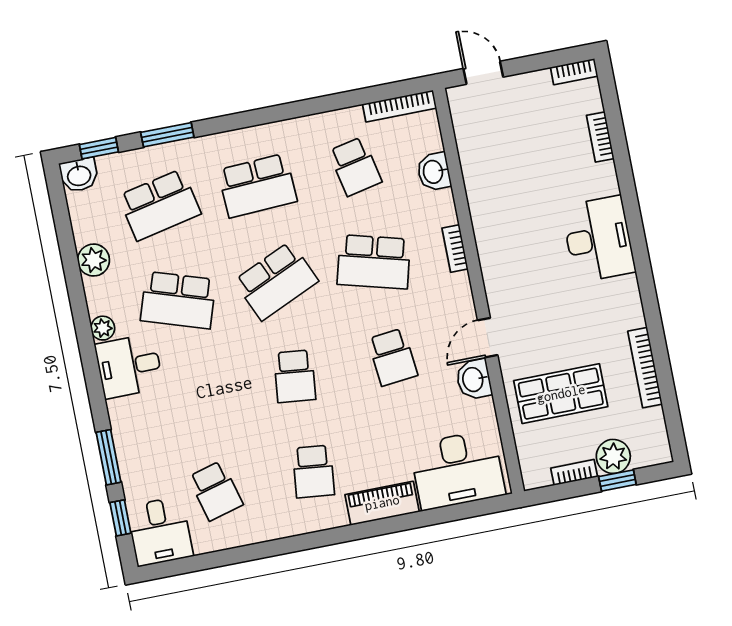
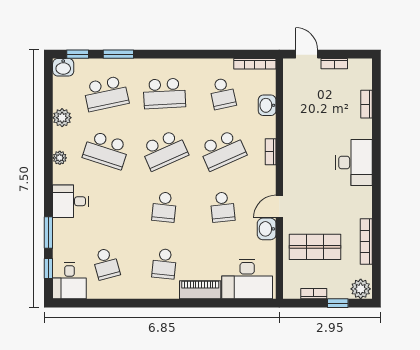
bookcase: (574, 72) -> (334, 64), moved
school desk: (374, 262) -> (223, 150), turned -39
desk: (129, 366) -> (70, 201), moved
plant: (613, 456) -> (361, 289), moved

